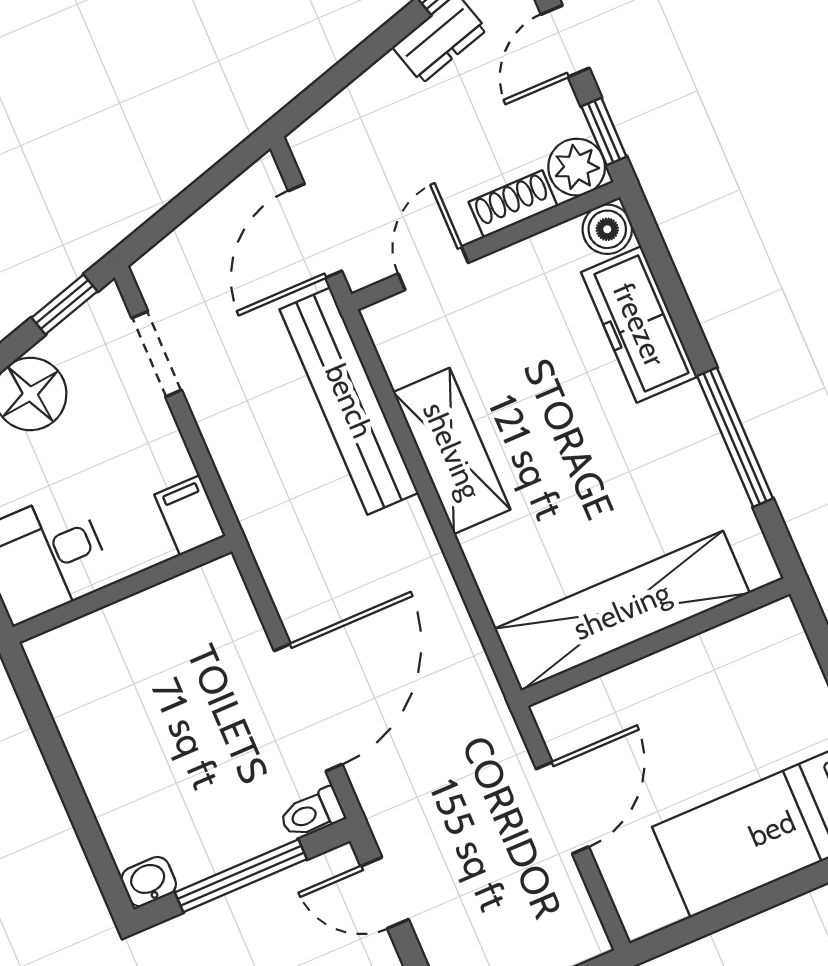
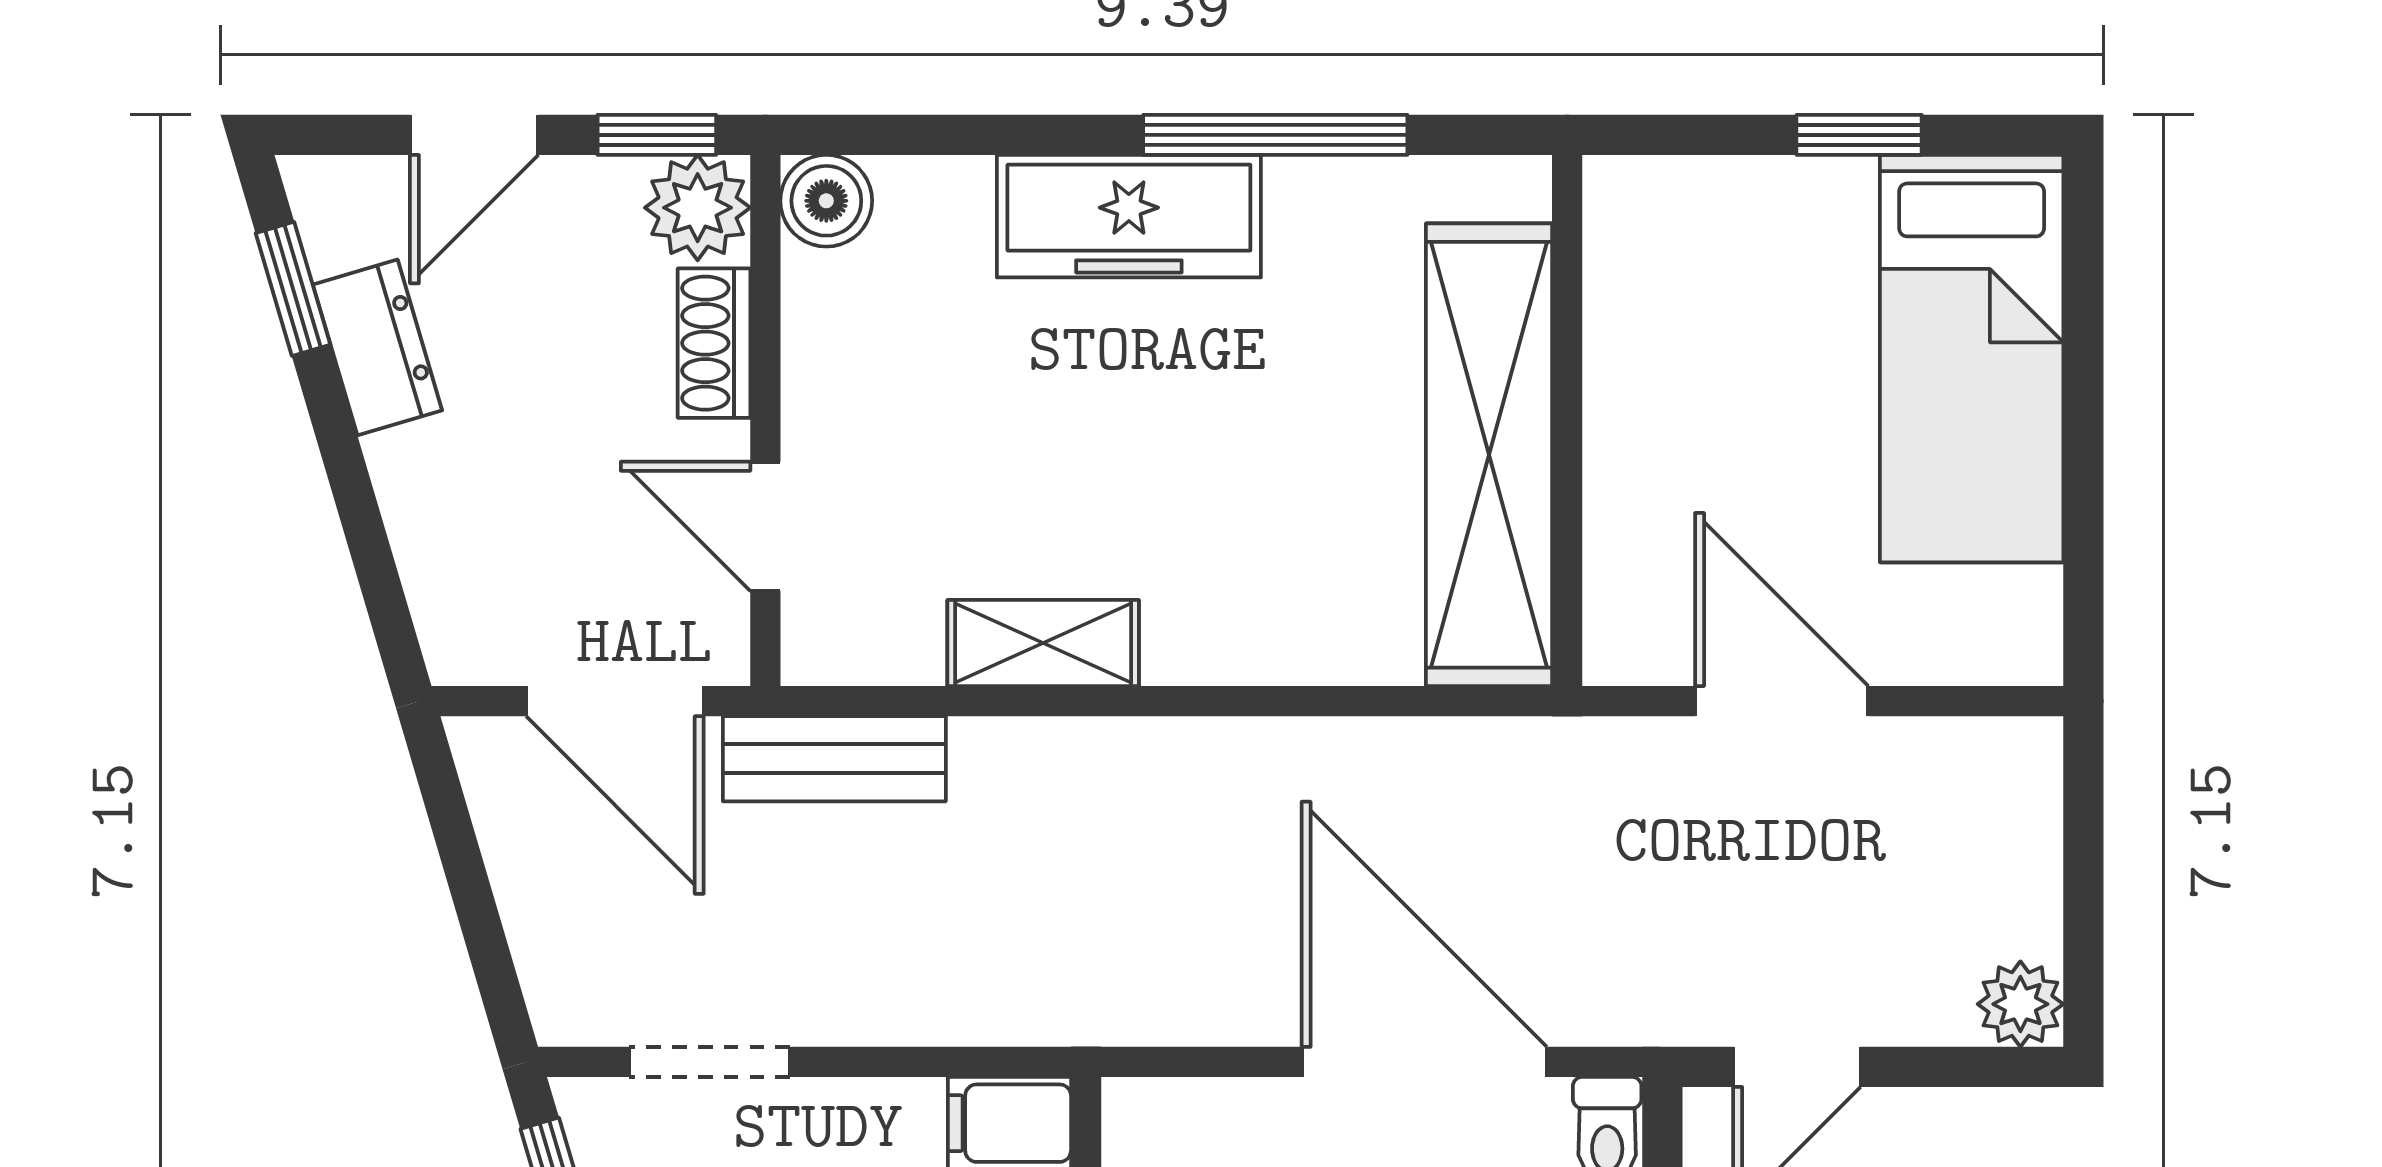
door: (565, 41) -> (474, 135), hinge flipped
freezer: (639, 325) -> (1129, 216), moved
bench: (349, 401) -> (834, 759), width x0.54, depth x0.82
shelving: (452, 451) -> (1043, 643), width x0.67, depth x0.75

